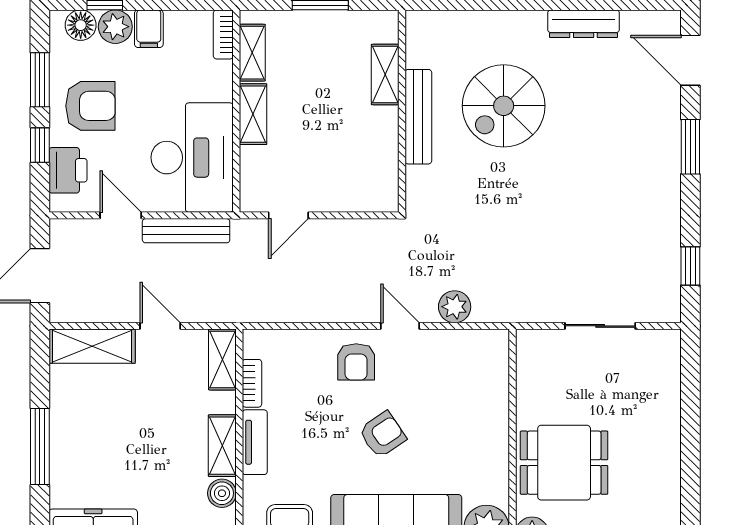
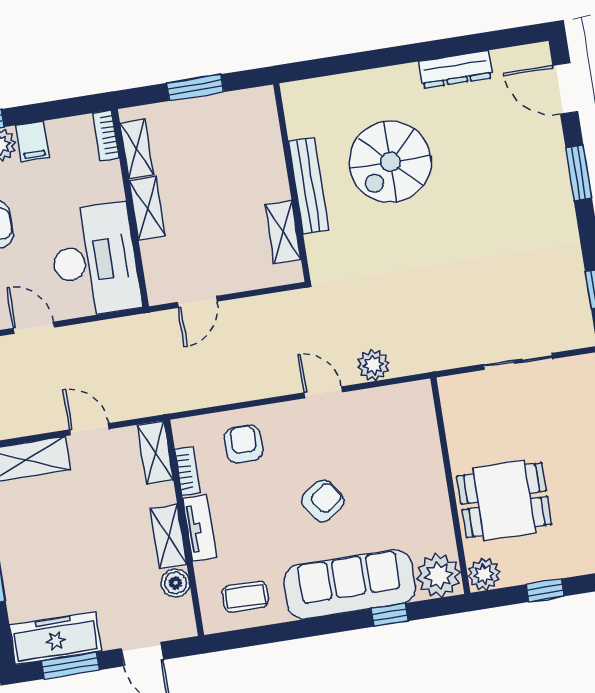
shelving: (385, 74) -> (283, 232), moved
bench: (186, 231) -> (100, 333), removed
armchair: (356, 362) -> (244, 444), moved, turned 180

